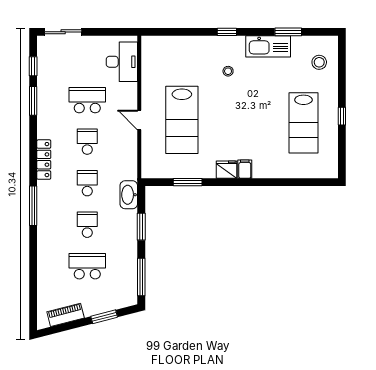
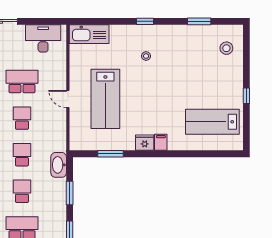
kitchen sink: (268, 46) -> (89, 34), moved
desk: (122, 62) -> (43, 38), moved, turned -90
lab bench: (303, 123) -> (212, 122), moved, turned 90

